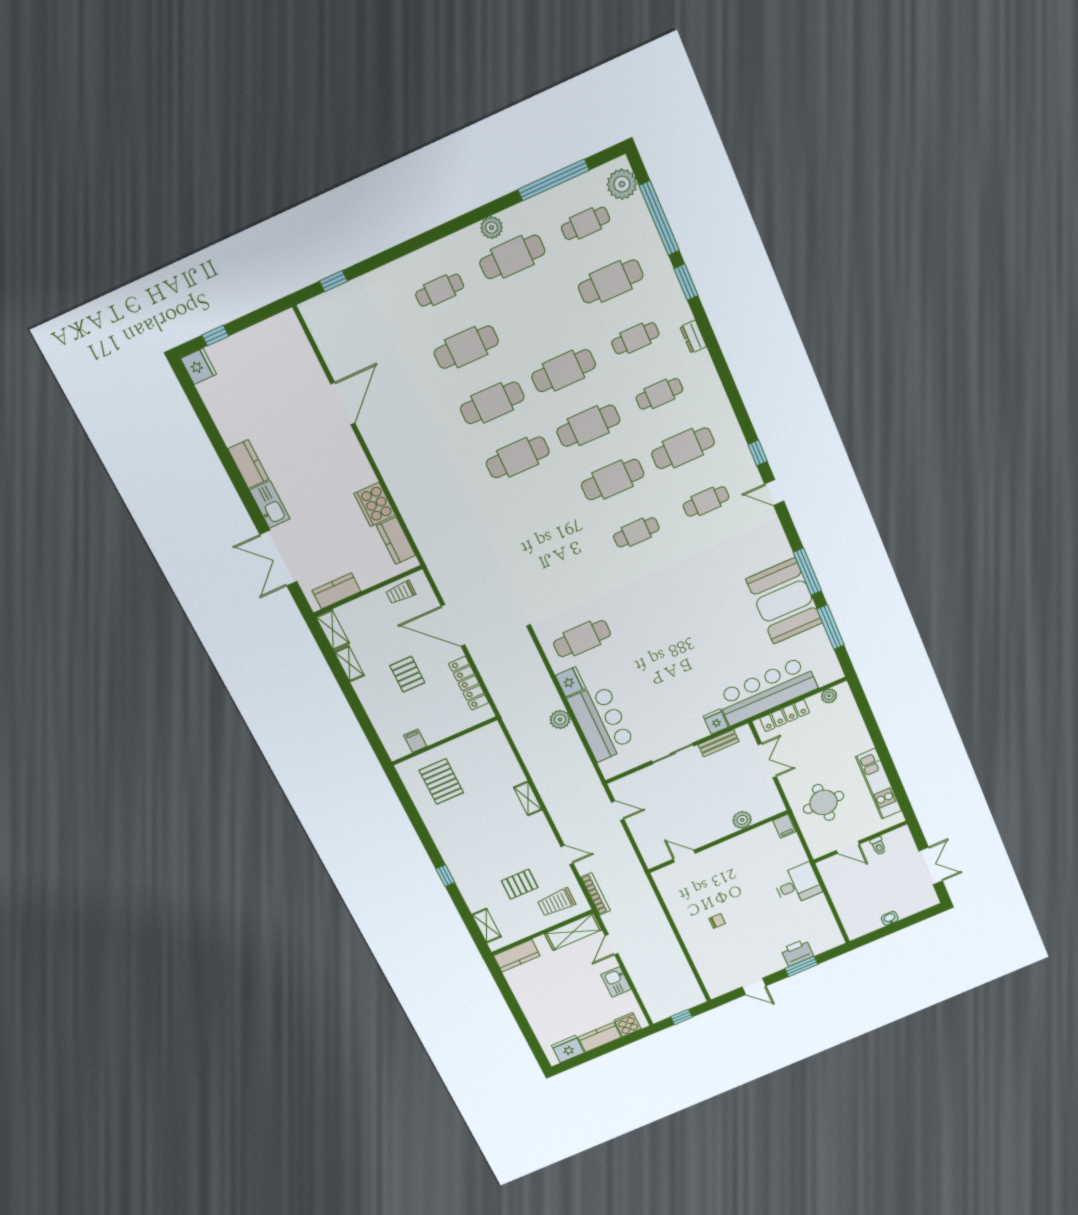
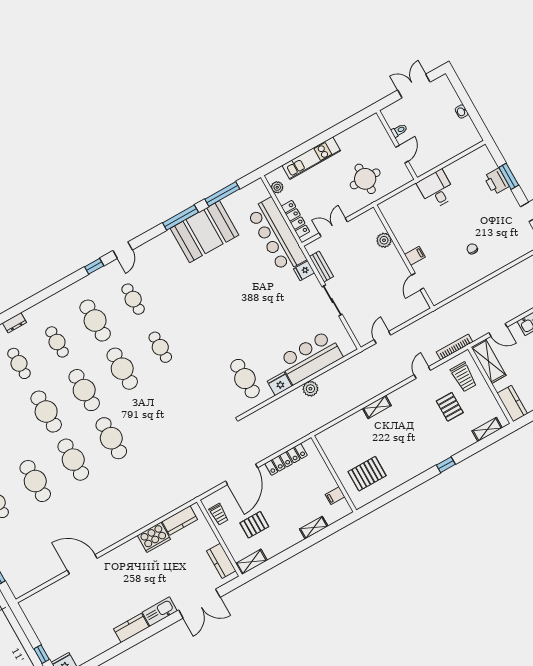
shelving: (349, 664) -> (314, 528), moved
pallet: (407, 674) -> (254, 525), moved
kitchen unit: (879, 784) -> (311, 158), moved
filing cabinet: (784, 826) -> (415, 256), moved

